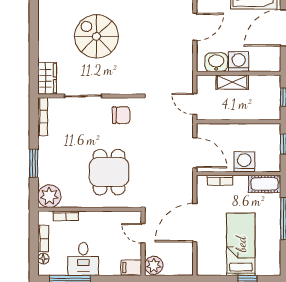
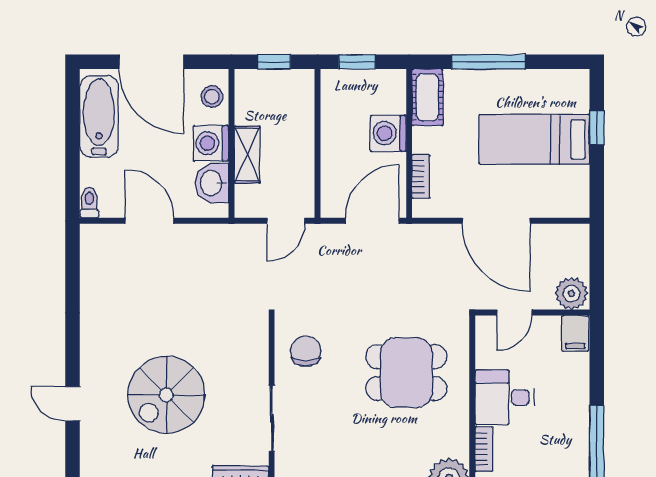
stool: (265, 62) -> (212, 97), added
desk: (83, 259) -> (504, 397), moved, turned 180

